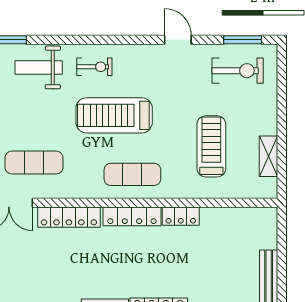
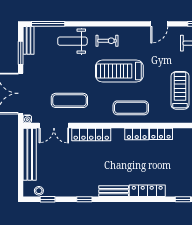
door: (178, 40) -> (159, 24), swing flipped
locker: (132, 216) -> (137, 134), width x0.66

